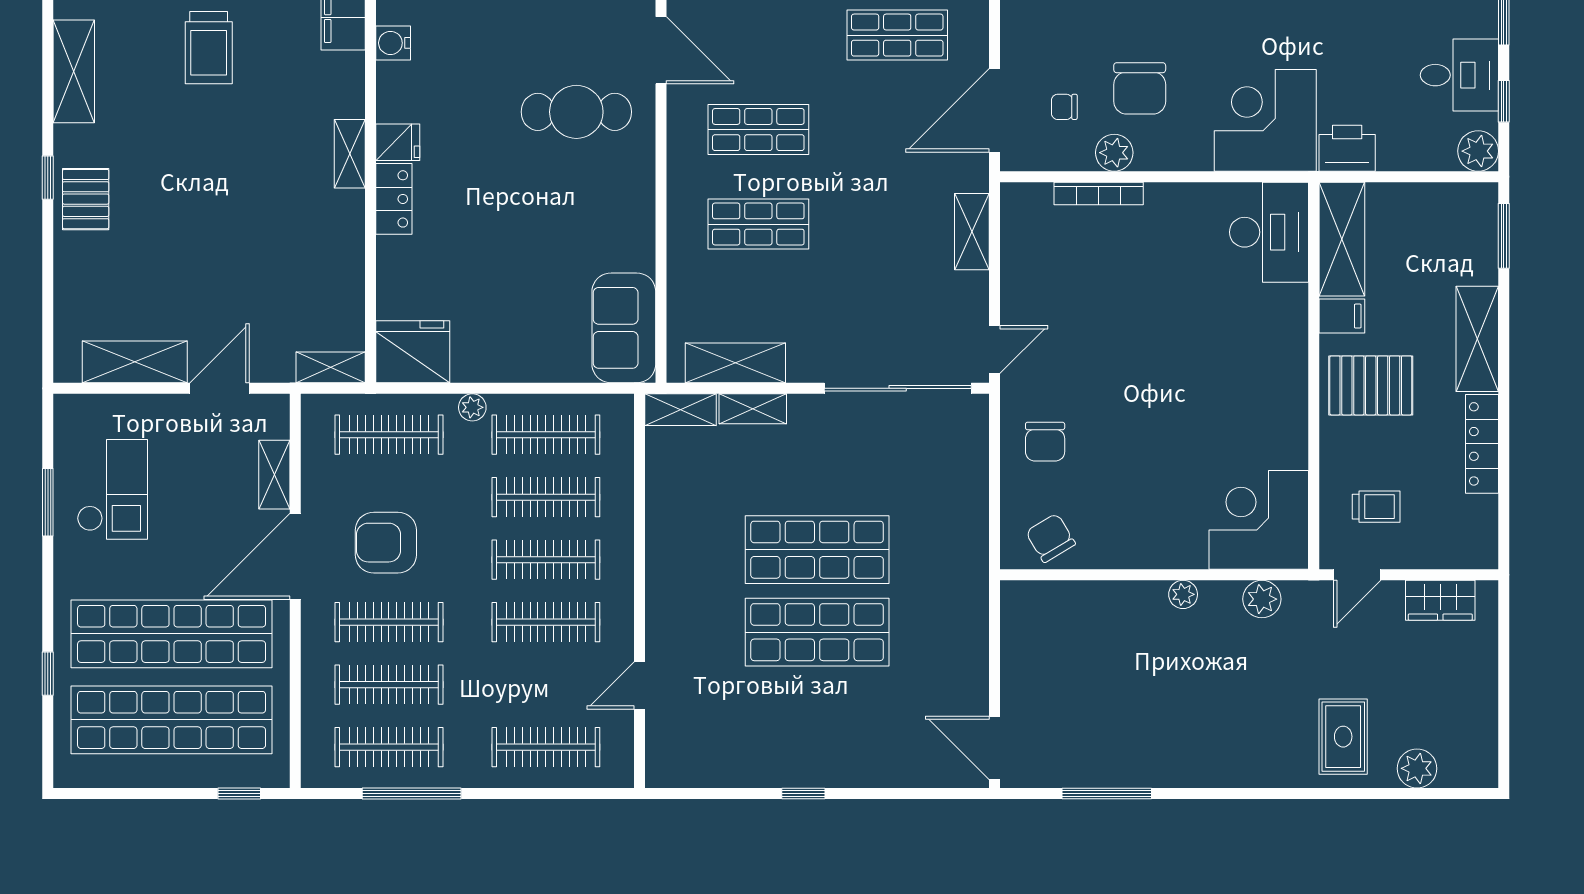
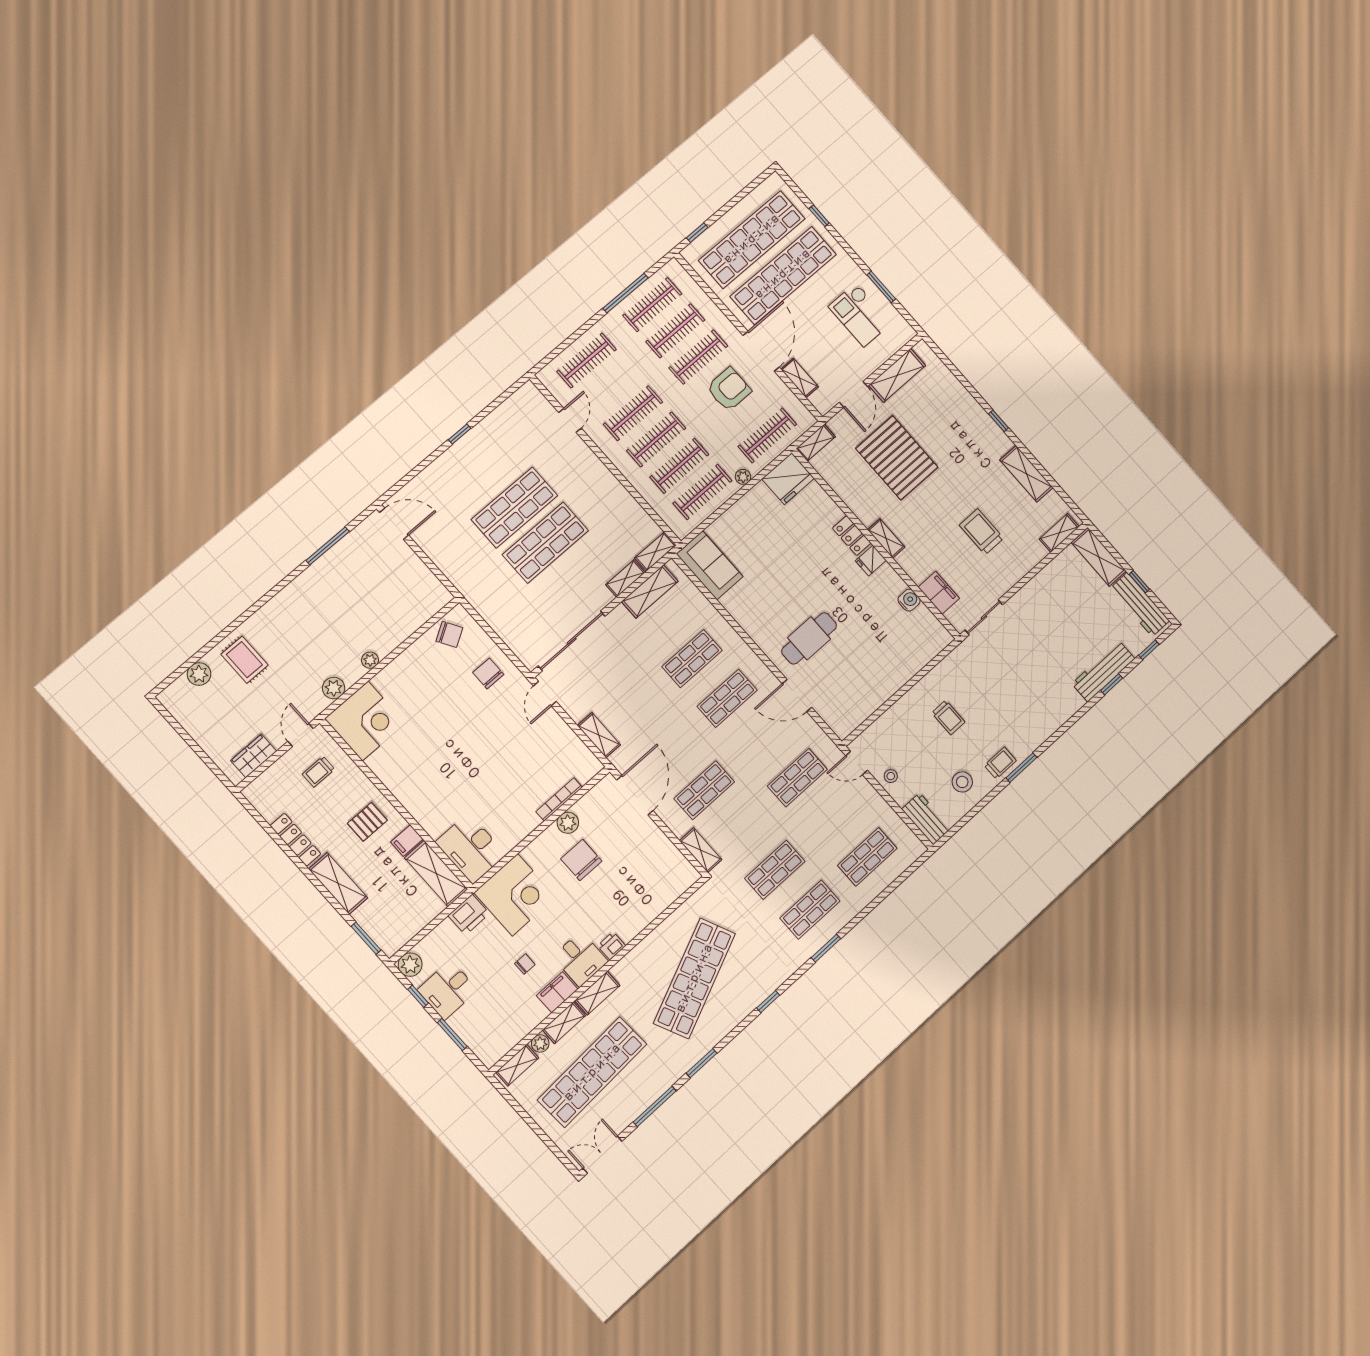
chair: (1064, 107) -> (525, 964), moved
pallet: (86, 199) -> (897, 458), moved, width x2.05, depth x2.00
pallet: (1371, 385) -> (367, 822), width x0.67, depth x0.71

